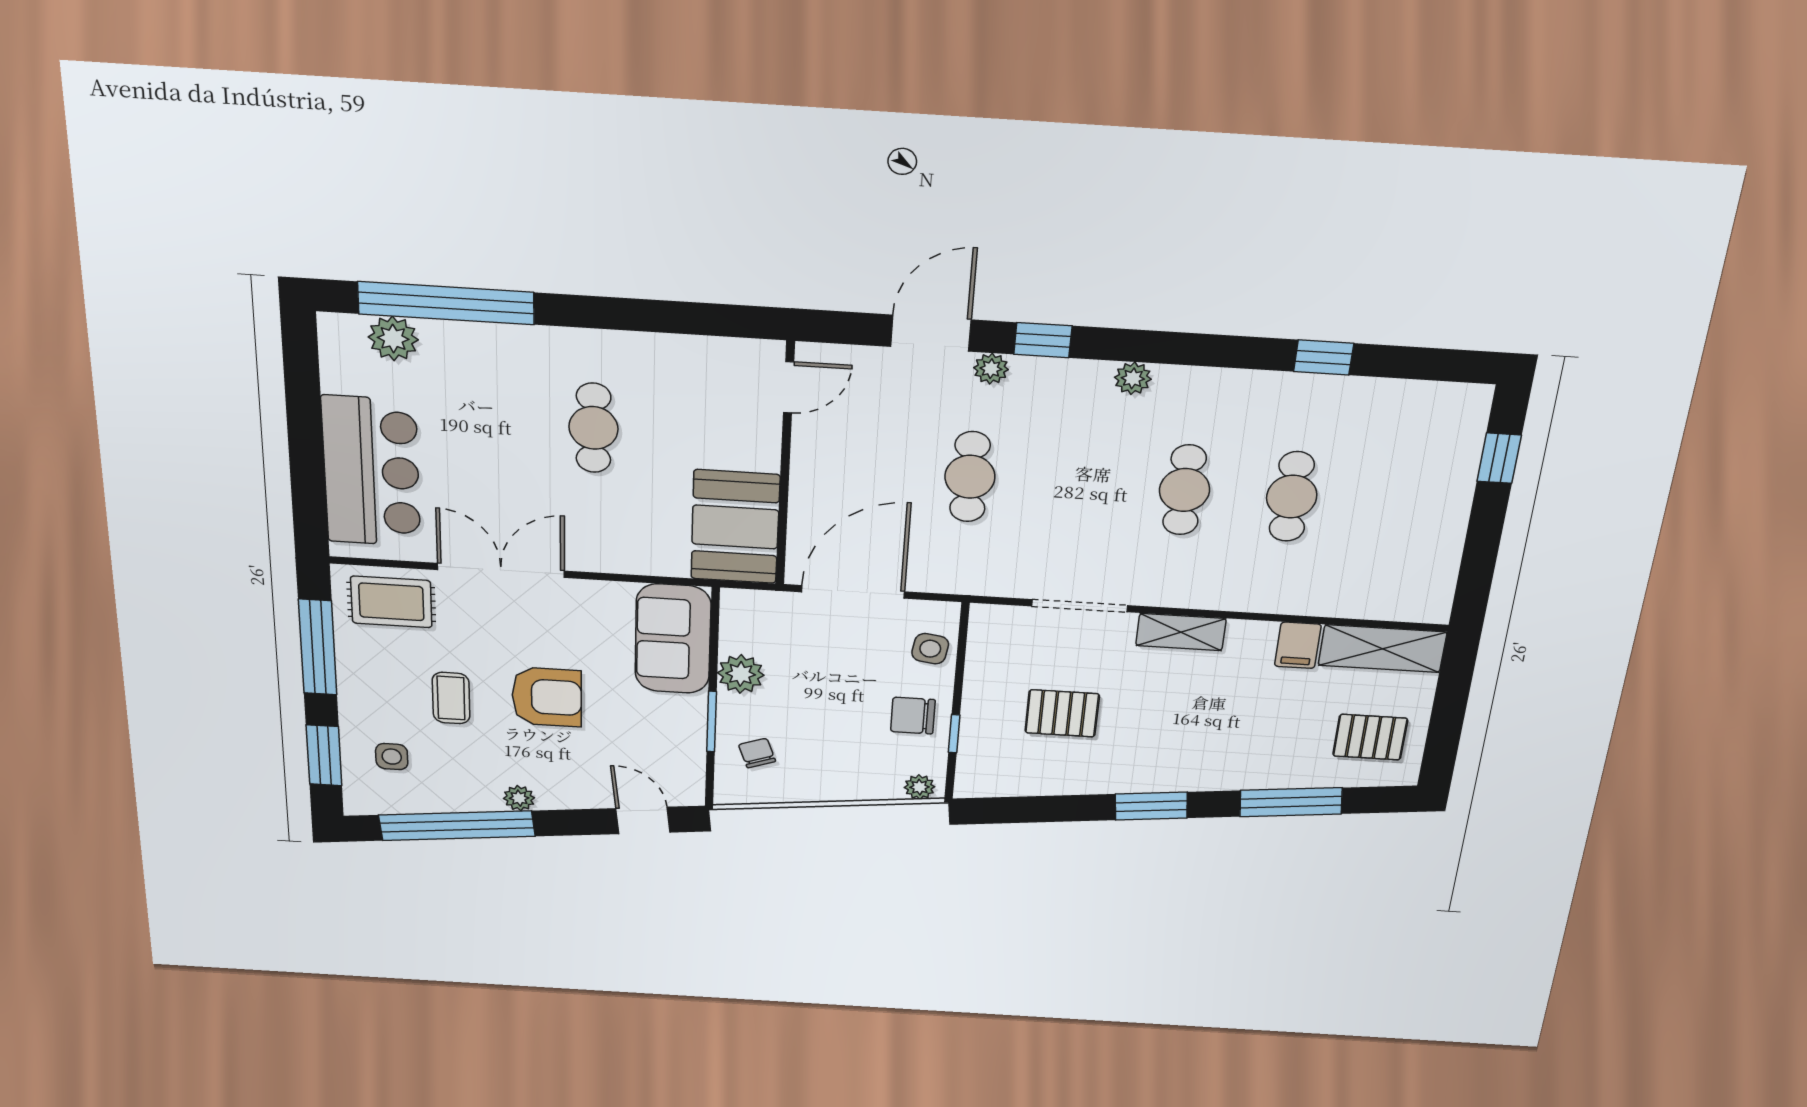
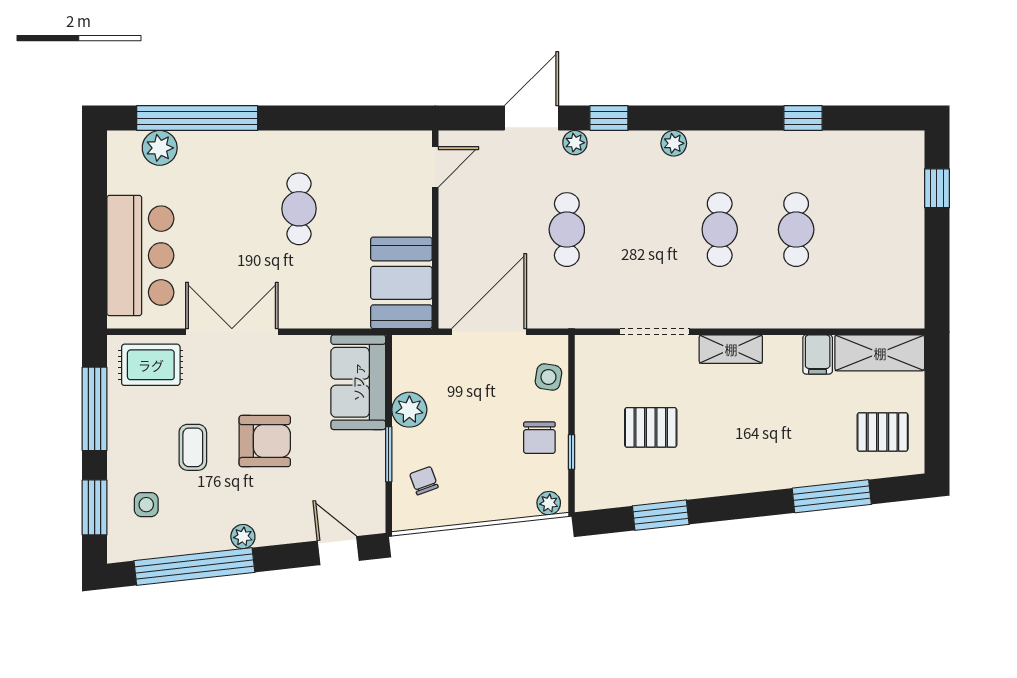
chair: (913, 716) -> (539, 438), turned -90
window: (1151, 806) -> (661, 515), moved

